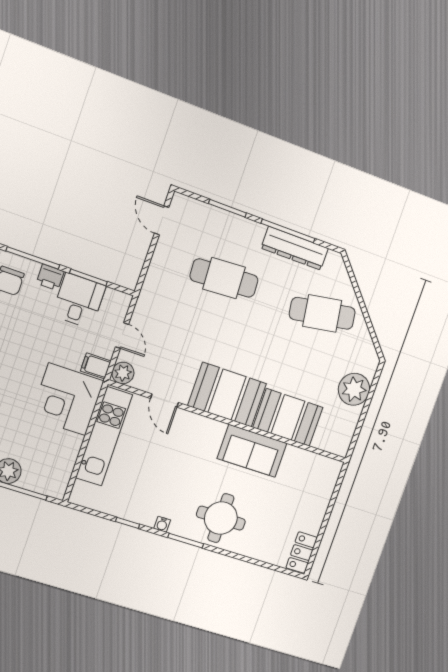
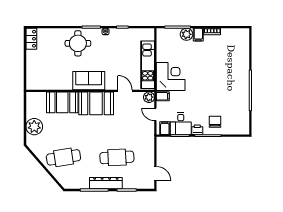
dresser: (295, 248) -> (106, 183), moved
filing cabinet: (113, 303) -> (165, 128), added
sofa: (252, 451) -> (89, 81), moved

